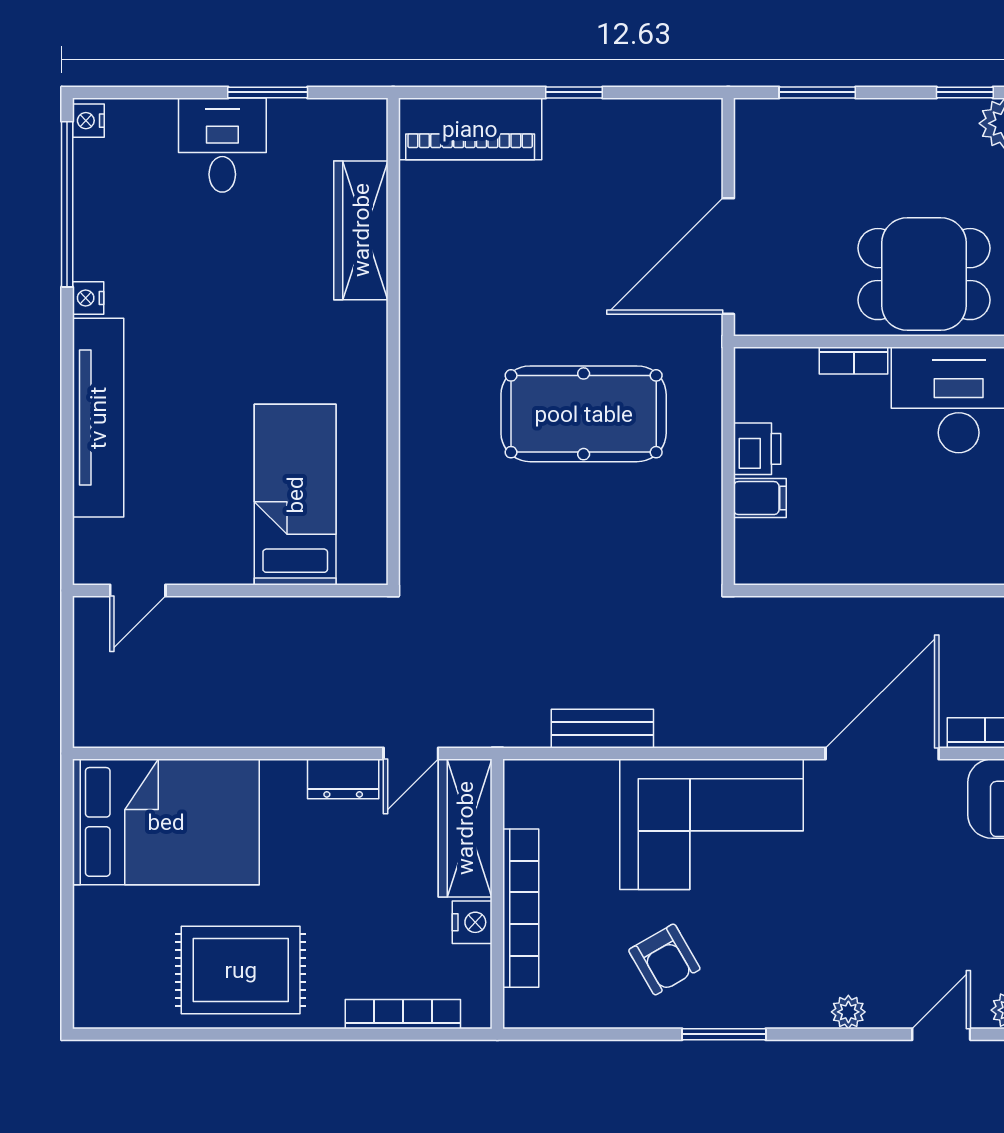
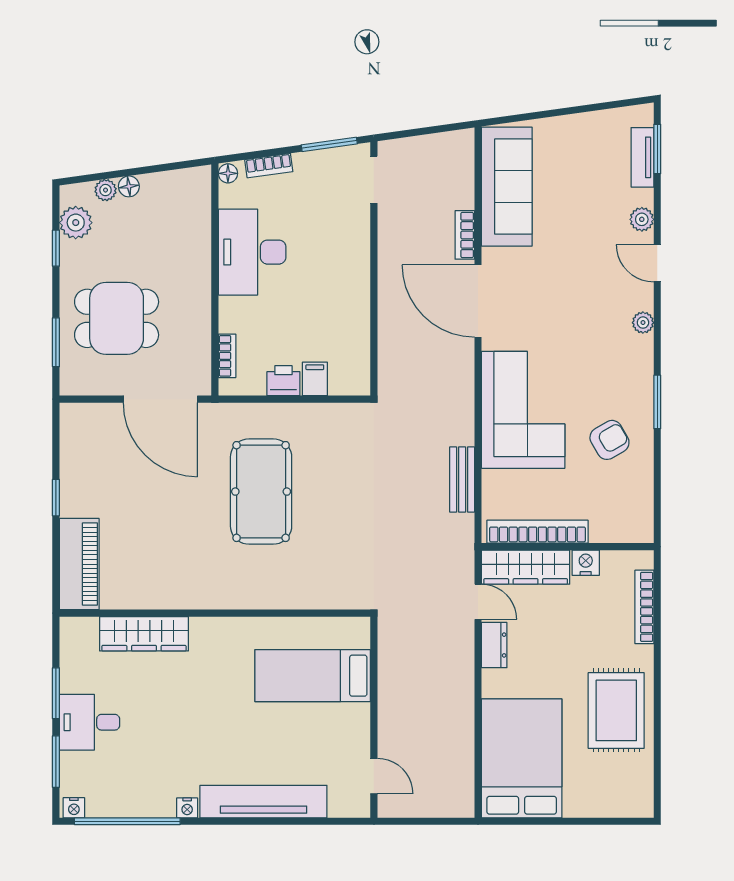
window: (161, 92) -> (56, 762), added
dining table: (924, 274) -> (117, 318), moved, turned 90
bookcase: (854, 361) -> (227, 356), moved
bookcase: (521, 908) -> (537, 532), moved

